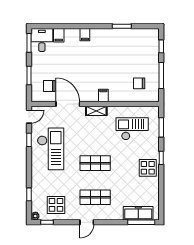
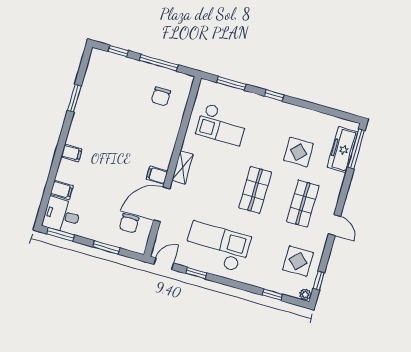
filing cabinet: (103, 95) -> (157, 175), moved
door: (29, 117) -> (164, 264), hinge flipped
checkout: (132, 129) -> (222, 124), turned -90
display table: (148, 168) -> (299, 152), moved

